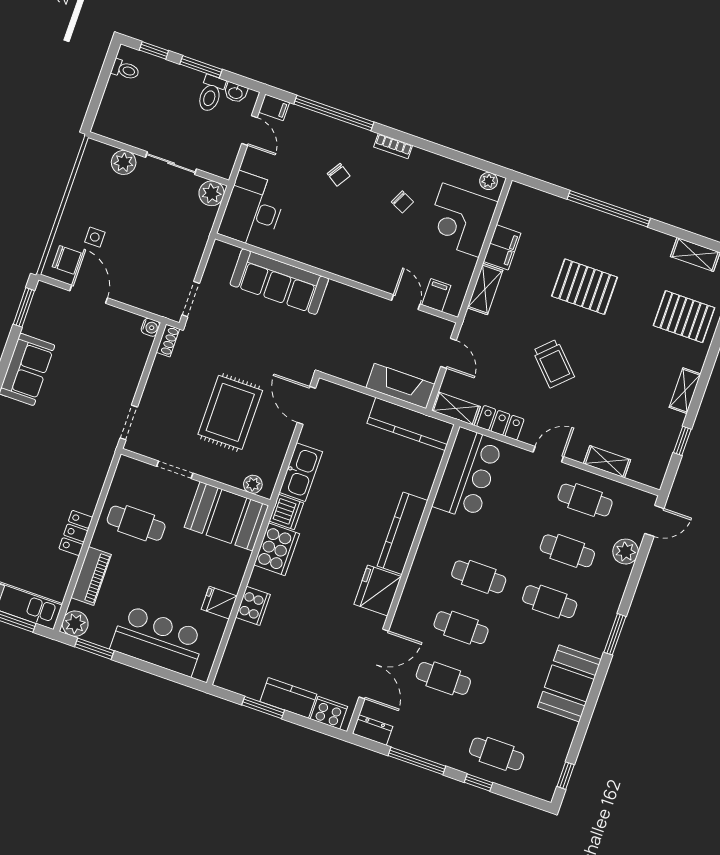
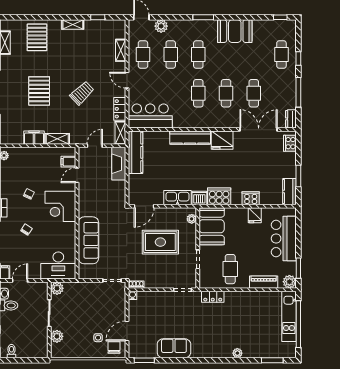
corner desk: (461, 220) -> (60, 206), moved, turned 90
locker: (76, 533) -> (213, 297), moved
kitchen counter: (288, 698) -> (289, 192), moved

